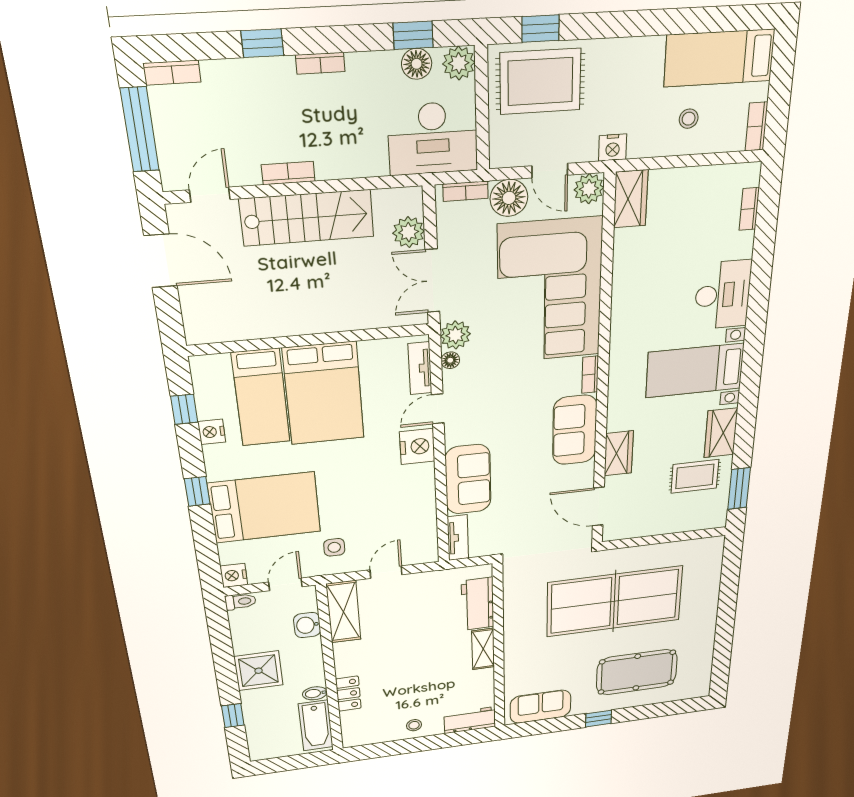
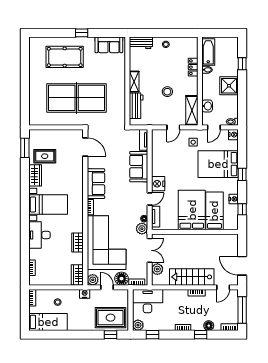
floor lamp: (417, 64) -> (209, 326), moved
wardrobe: (619, 453) -> (78, 242), moved
stool: (405, 640) -> (167, 92), added

